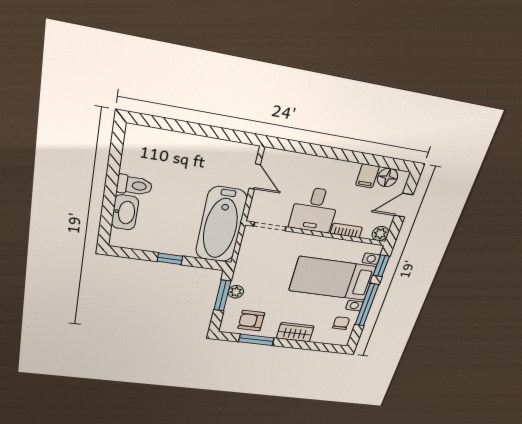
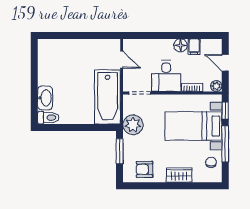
floor lamp: (387, 177) -> (180, 45), moved
toilet: (134, 185) -> (48, 118), moved
door: (404, 205) -> (225, 63), hinge flipped
window: (170, 259) -> (79, 127), removed
plant: (236, 292) -> (133, 125), moved, width x1.88, depth x1.88
window: (256, 340) -> (152, 186), removed

